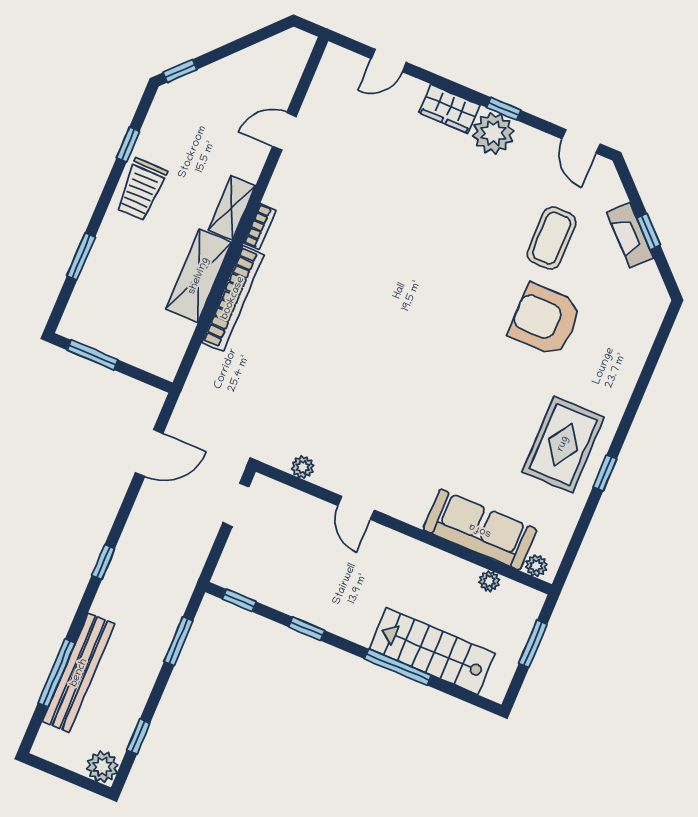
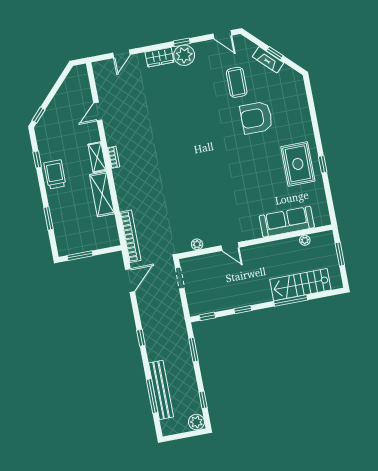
trolley: (141, 189) -> (55, 174), turned 180
bookcase: (233, 298) -> (130, 236), moved
plant: (536, 566) -> (320, 221), removed

